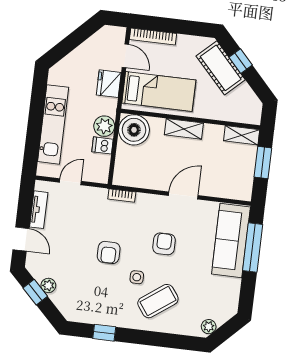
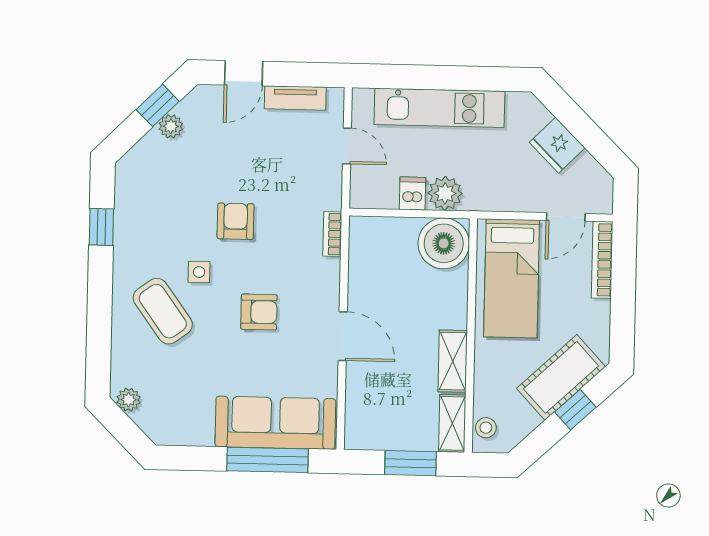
fridge: (109, 84) -> (557, 145), moved, turned -135
stool: (246, 115) -> (486, 428), added
shelving: (184, 129) -> (453, 361), moved
armchair: (109, 252) -> (236, 221), turned 90

